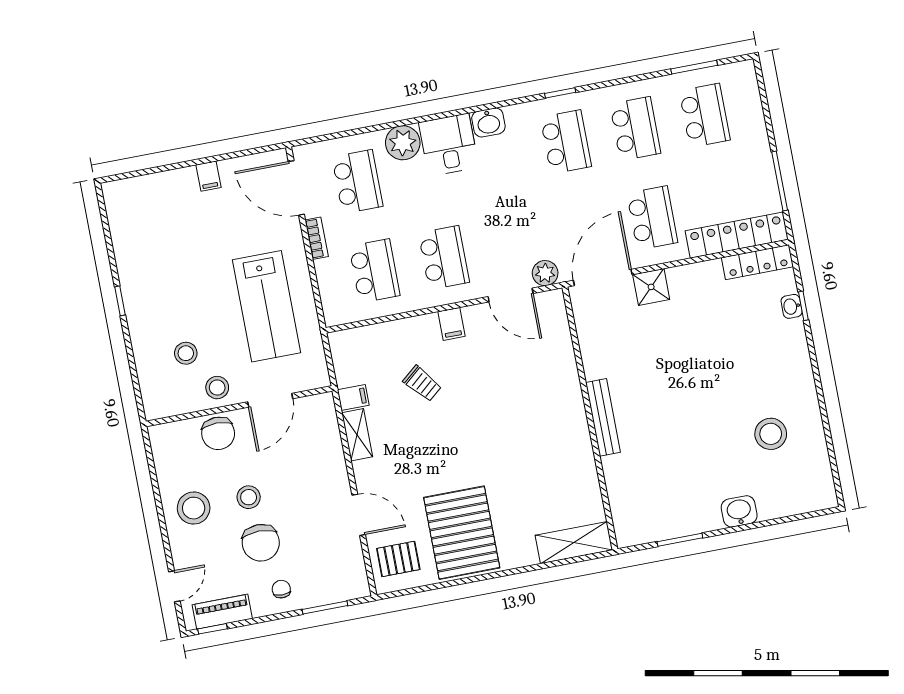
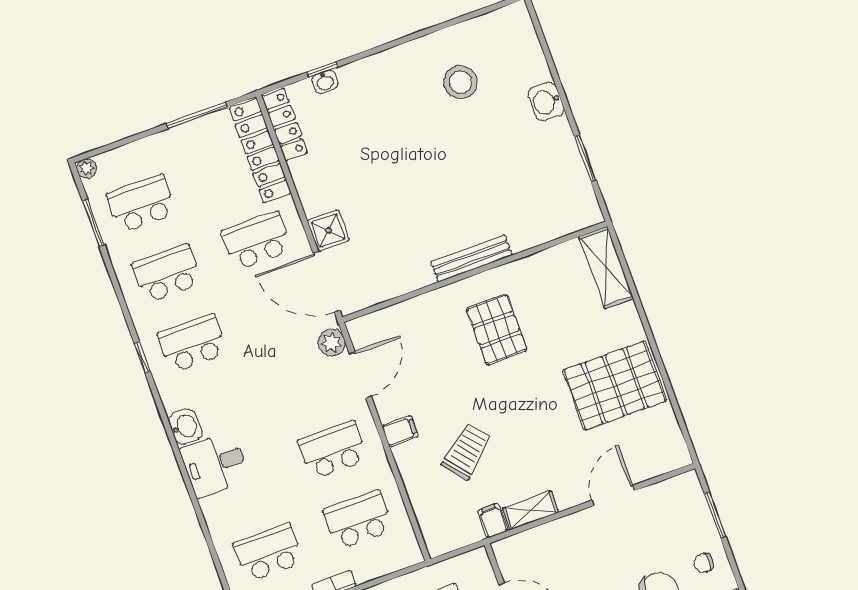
plant: (403, 143) -> (86, 168), moved, width x0.53, depth x0.53
trolley: (422, 384) -> (467, 451), width x1.36, depth x1.39
pallet: (398, 559) -> (497, 330), moved, width x1.50, depth x1.42

